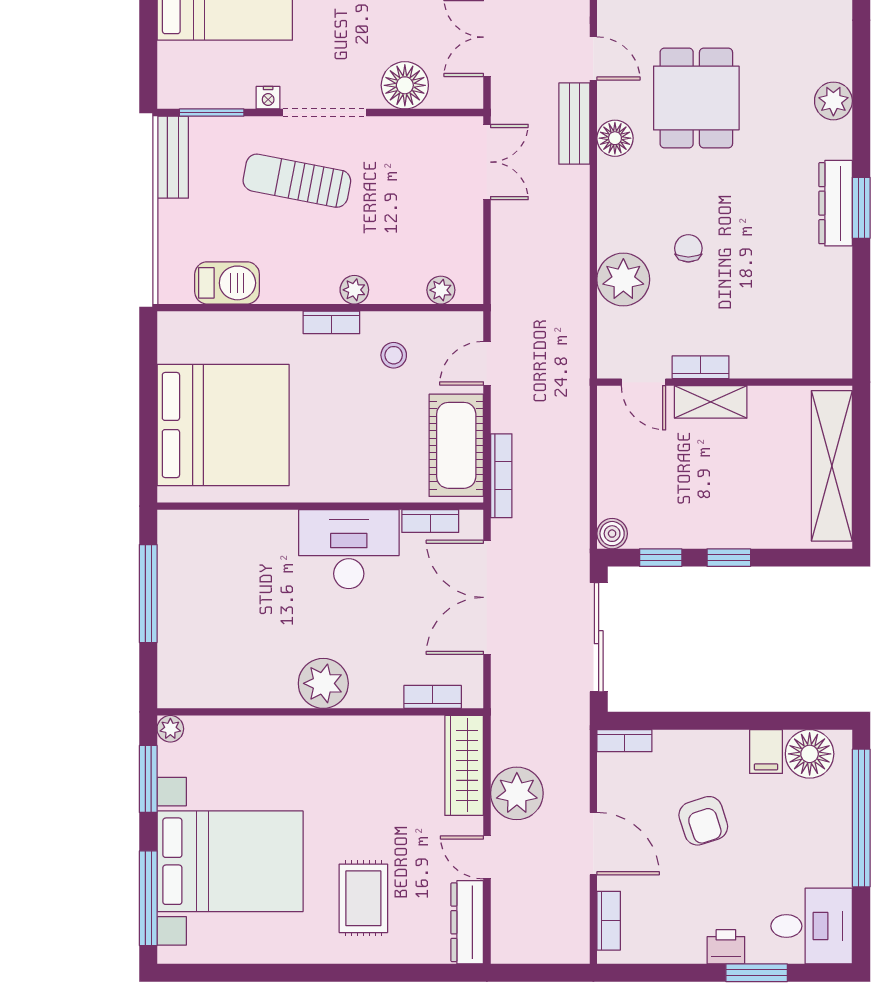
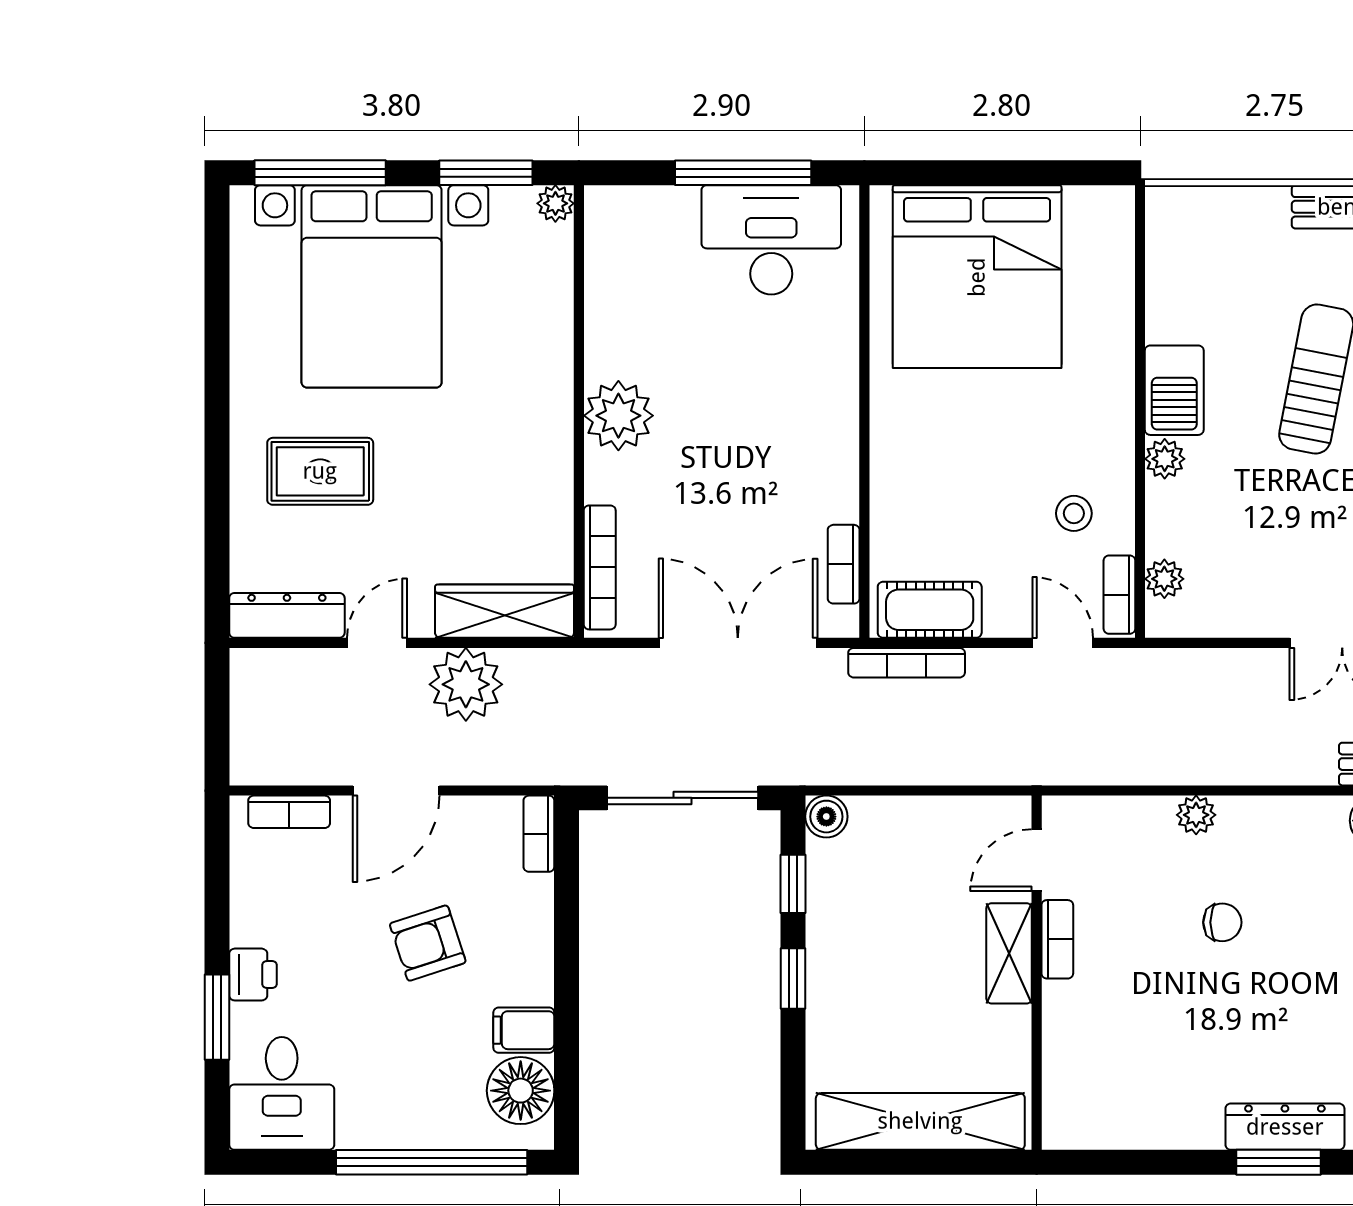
plant: (623, 279) -> (1196, 815), width x0.53, depth x0.53
barbecue: (227, 283) -> (1174, 390), moved
bookcase: (331, 322) -> (1119, 595), moved
cot: (456, 445) -> (930, 610), width x0.73, depth x0.75
desk: (349, 549) -> (771, 240), moved, turned -90
bookcase: (433, 697) -> (600, 567), width x1.56

